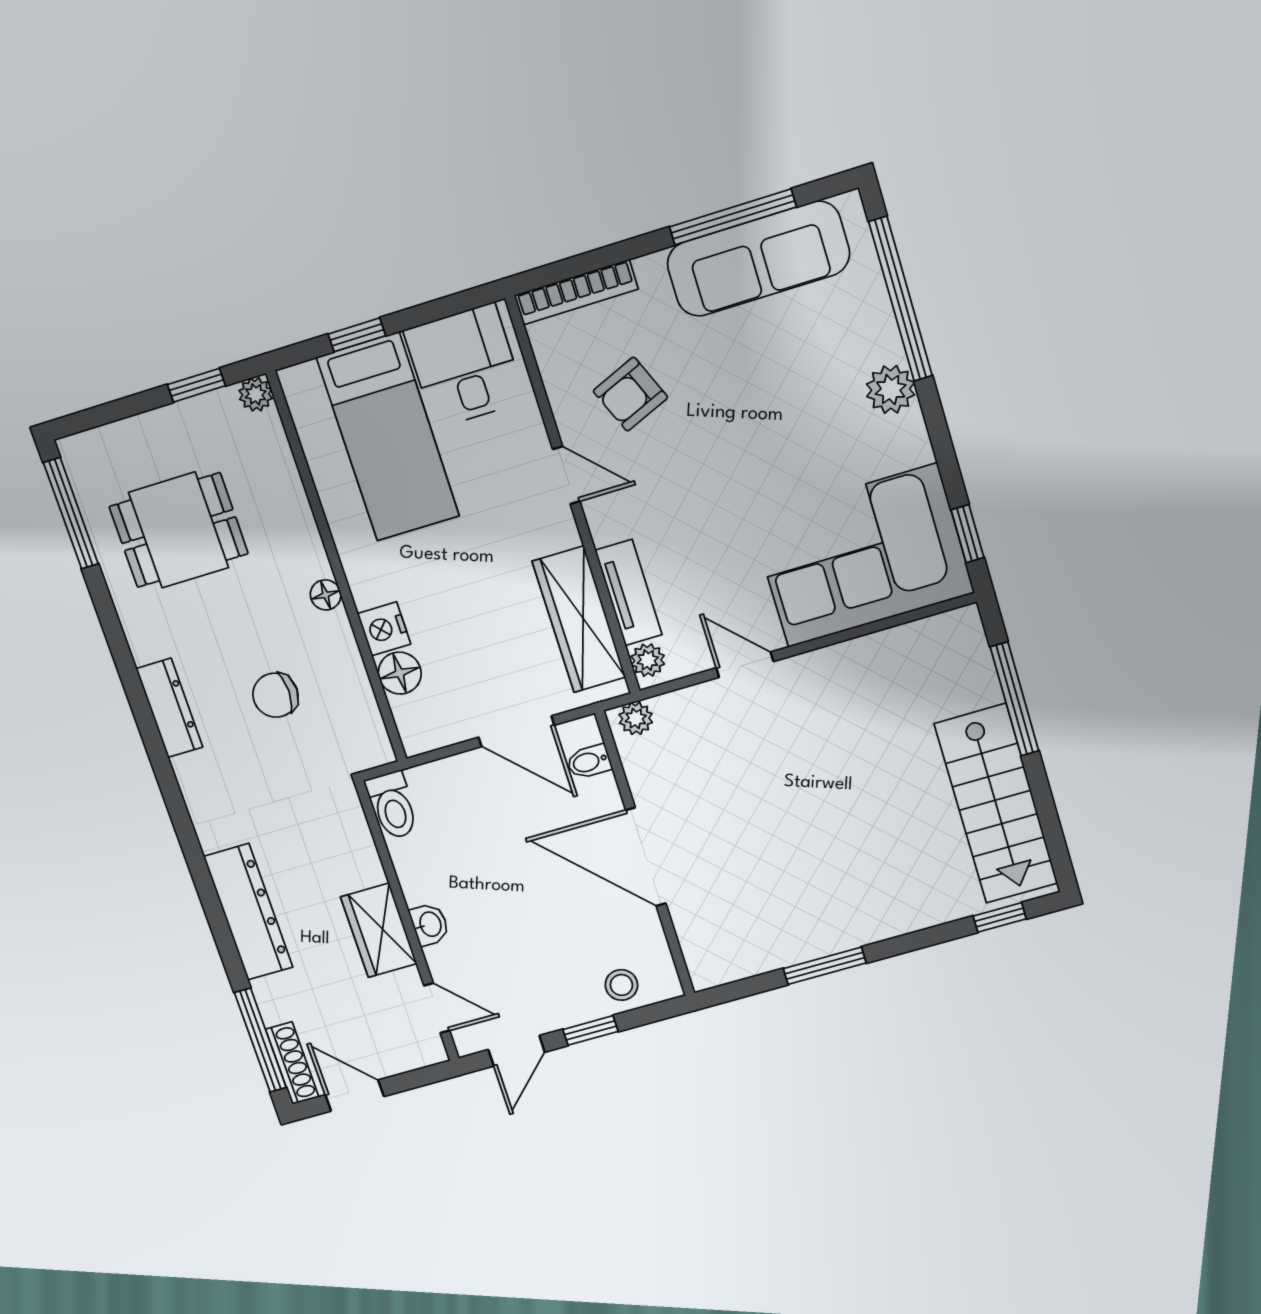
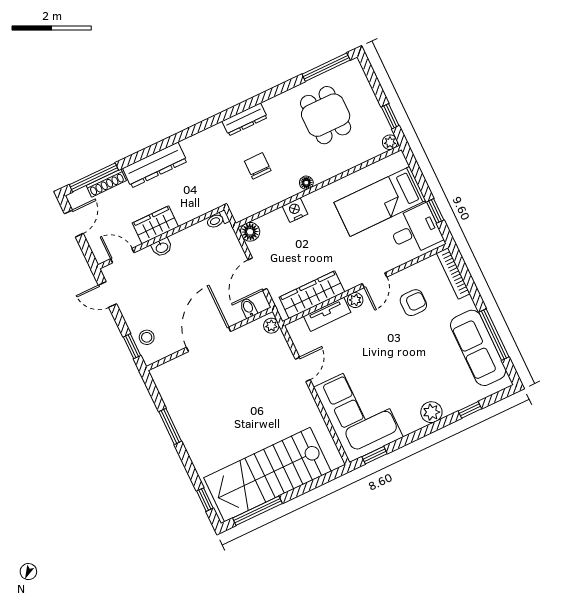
window: (901, 299) -> (470, 410), width x0.32
window: (357, 335) -> (435, 211), moved
armchair: (630, 394) -> (413, 303), turned 113
plant: (648, 660) -> (355, 300), moved
floor lamp: (400, 673) -> (250, 232), moved
window: (1015, 699) -> (257, 511), moved
stairs: (996, 804) -> (267, 475), width x1.36, depth x1.51
toilet: (393, 805) -> (218, 220), width x0.73, depth x0.72
door: (437, 1008) -> (122, 256), swing flipped
window: (590, 1030) -> (132, 346), moved
shoe rack: (292, 1063) -> (106, 183), moved

